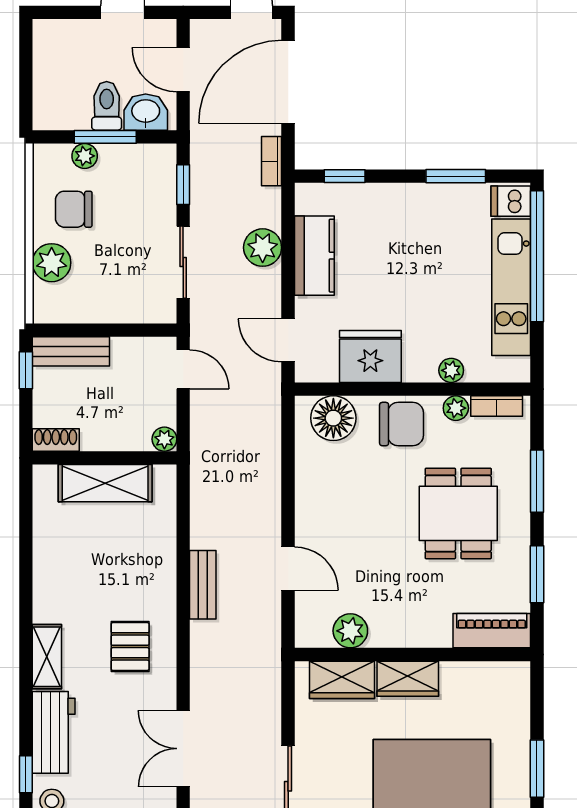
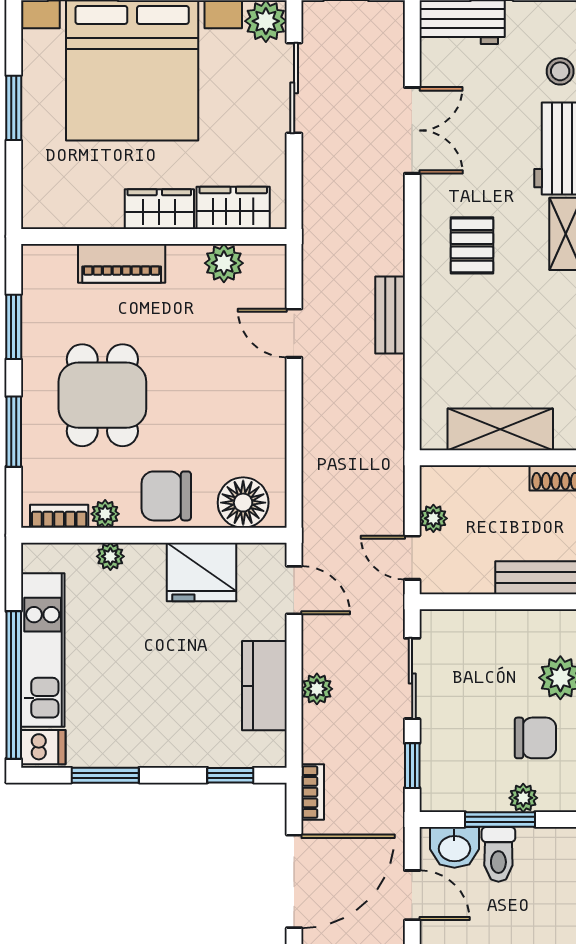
plant: (263, 248) -> (317, 689), width x0.73, depth x0.73
plant: (164, 439) -> (433, 518), moved
piano: (492, 631) -> (122, 263), moved

